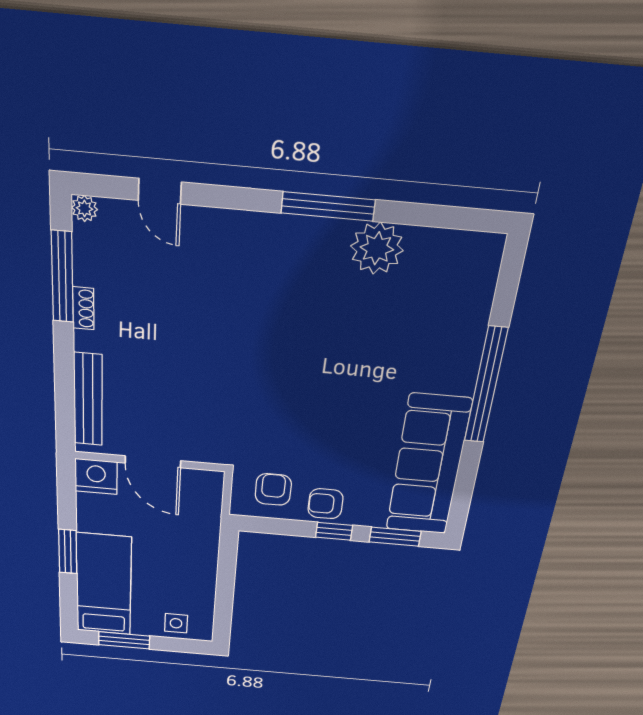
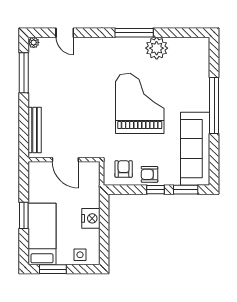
shoe rack: (83, 308) -> (33, 86), removed
grand piano: (322, 366) -> (140, 103), added
nightstand: (96, 476) -> (91, 218), moved, turned 90

